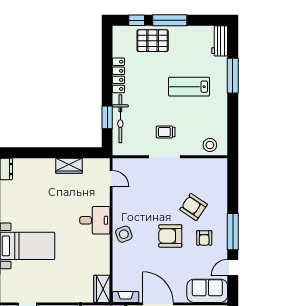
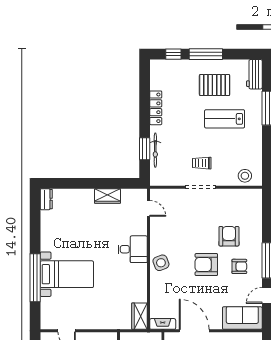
pallet: (153, 41) -> (215, 85), moved
bicycle: (120, 119) -> (155, 150), width x0.73, depth x0.71
armchair: (194, 207) -> (229, 236), turned 56
armchair: (204, 238) -> (239, 266), turned -90

